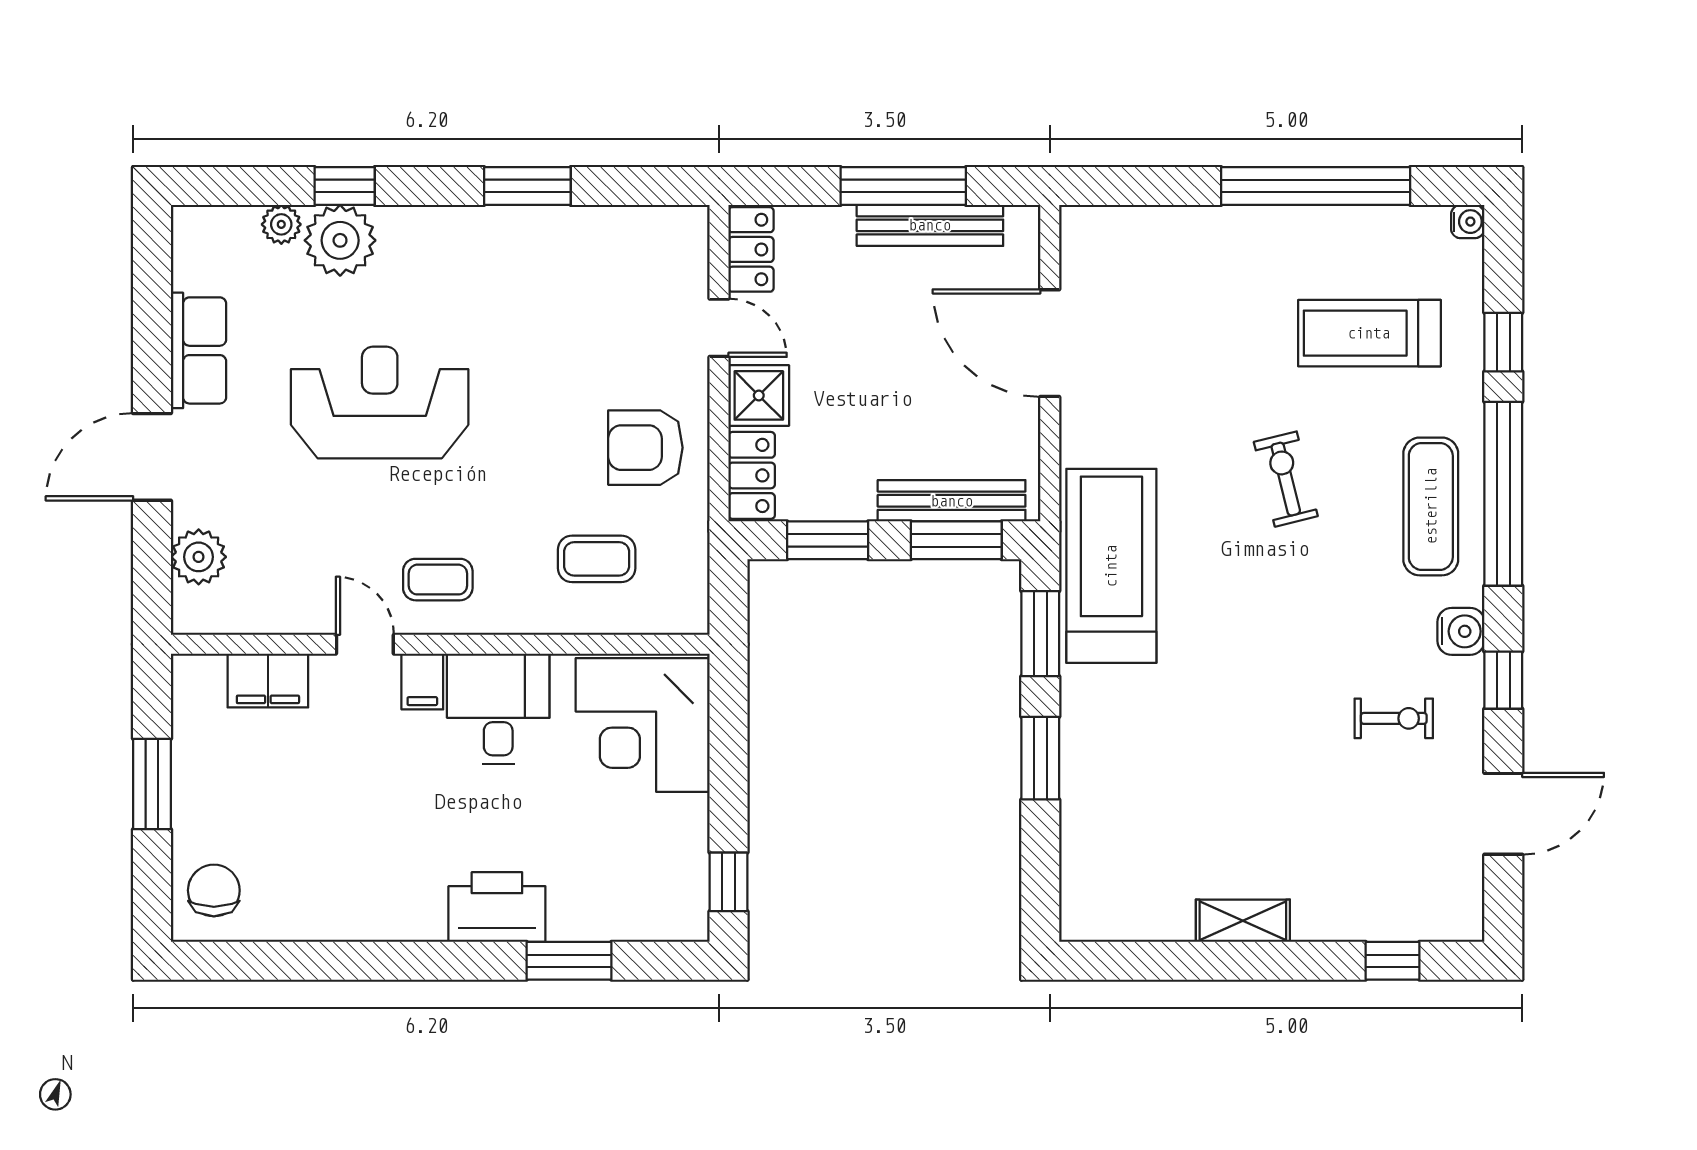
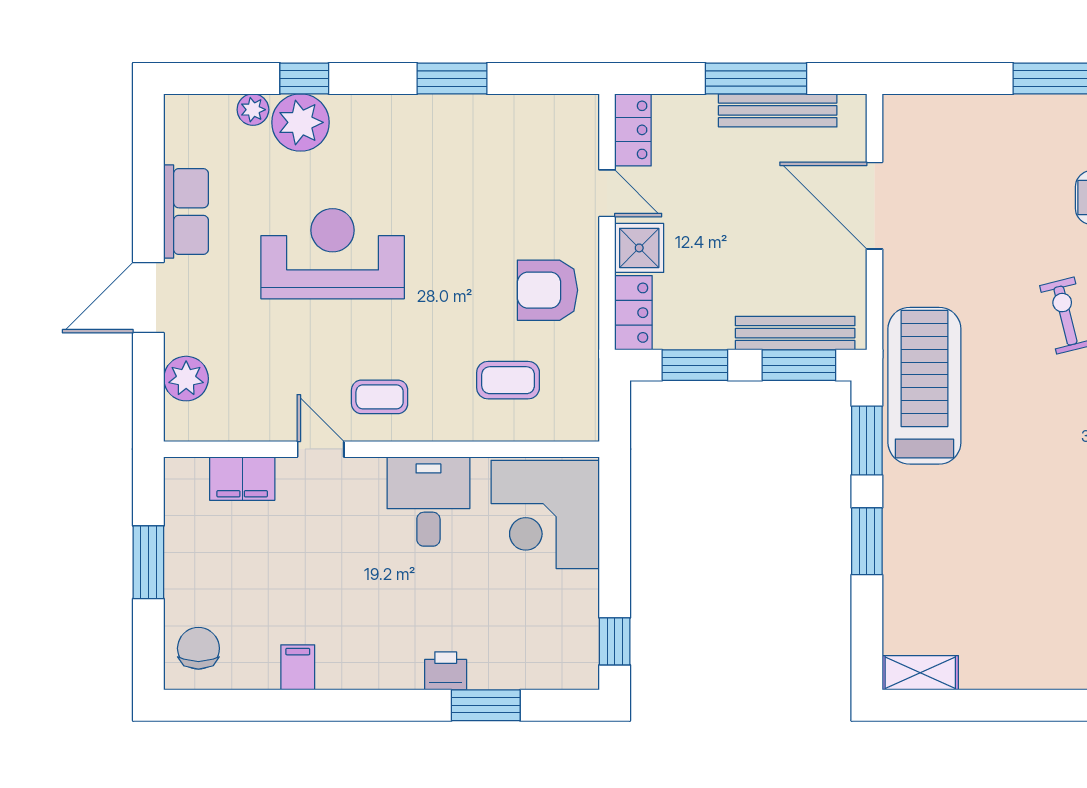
filing cabinet: (422, 682) -> (298, 667), moved, turned 180
printer: (497, 907) -> (446, 671), width x0.53, depth x0.68
shelving: (1243, 921) -> (920, 673), moved

